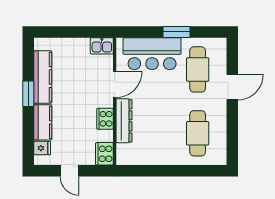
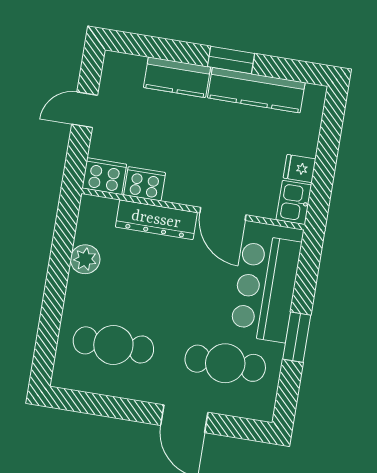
cooker: (105, 119) -> (145, 184), moved
fridge: (42, 148) -> (299, 168), moved, turned 90
plant: (152, 157) -> (85, 259), added

